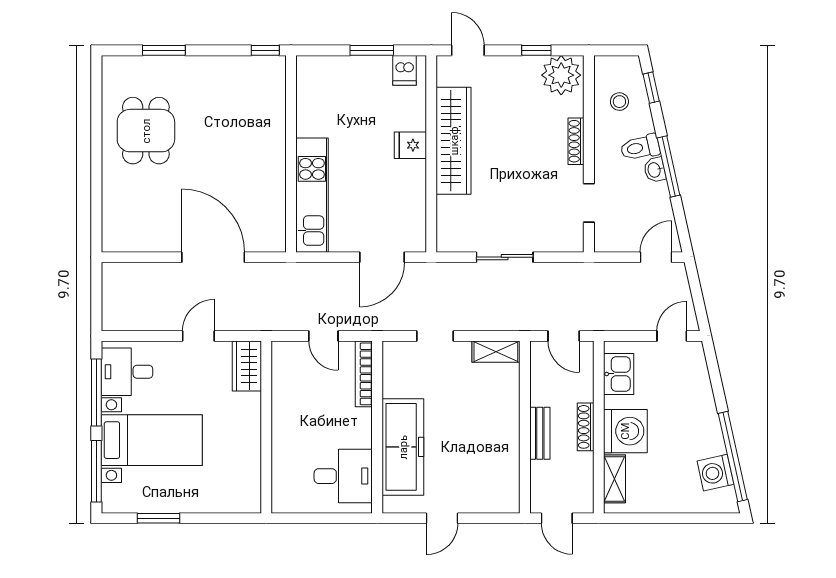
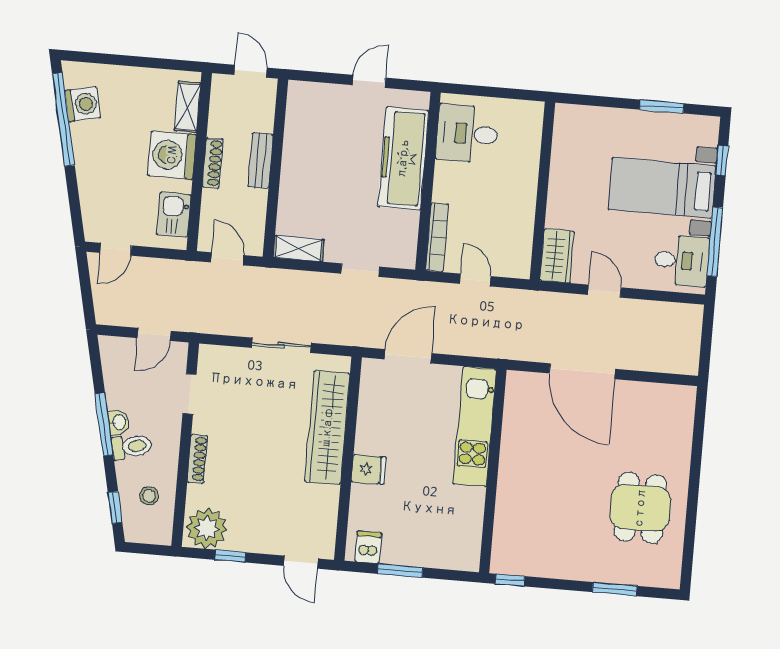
wardrobe: (454, 141) -> (327, 428), moved
door: (656, 257) -> (154, 334), moved
door: (198, 336) -> (604, 291), swing flipped
window: (96, 471) -> (722, 160), width x0.46

